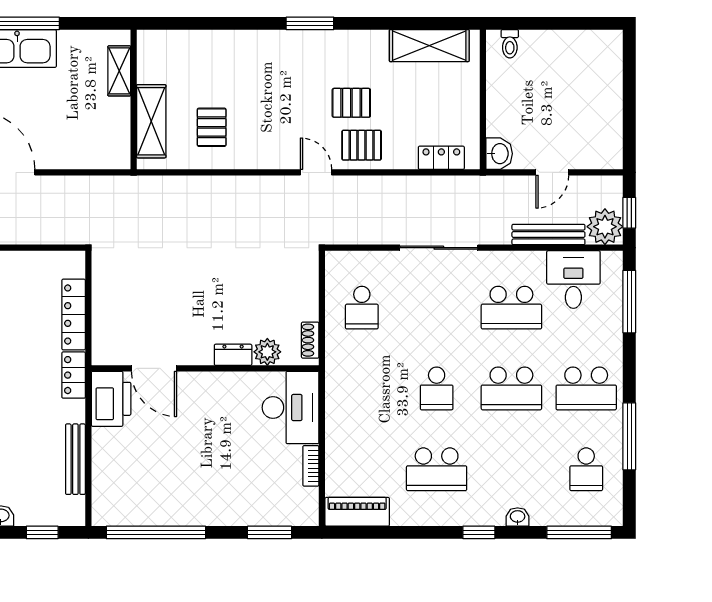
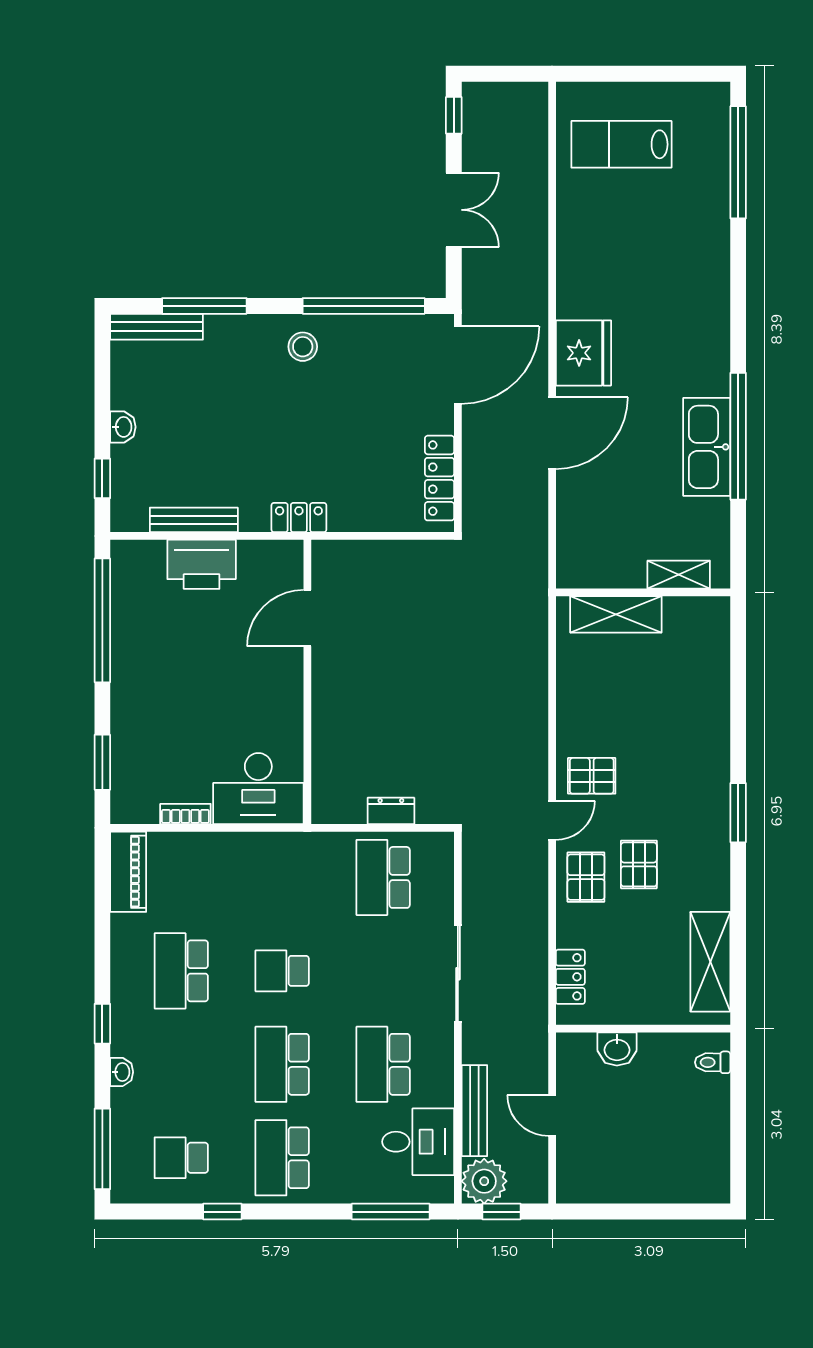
pallet: (212, 127) -> (592, 776), moved
washbasin: (499, 154) -> (617, 1049), moved
school desk: (362, 308) -> (383, 877), width x1.85
locker: (74, 314) -> (440, 478), moved, turned -90
shoe rack: (310, 340) -> (342, 813), removed
plant: (267, 352) -> (328, 759), removed
dresser: (233, 355) -> (391, 811), moved, turned -90
printer: (111, 399) -> (202, 564), moved
window: (629, 436) -> (222, 1212), width x0.46

